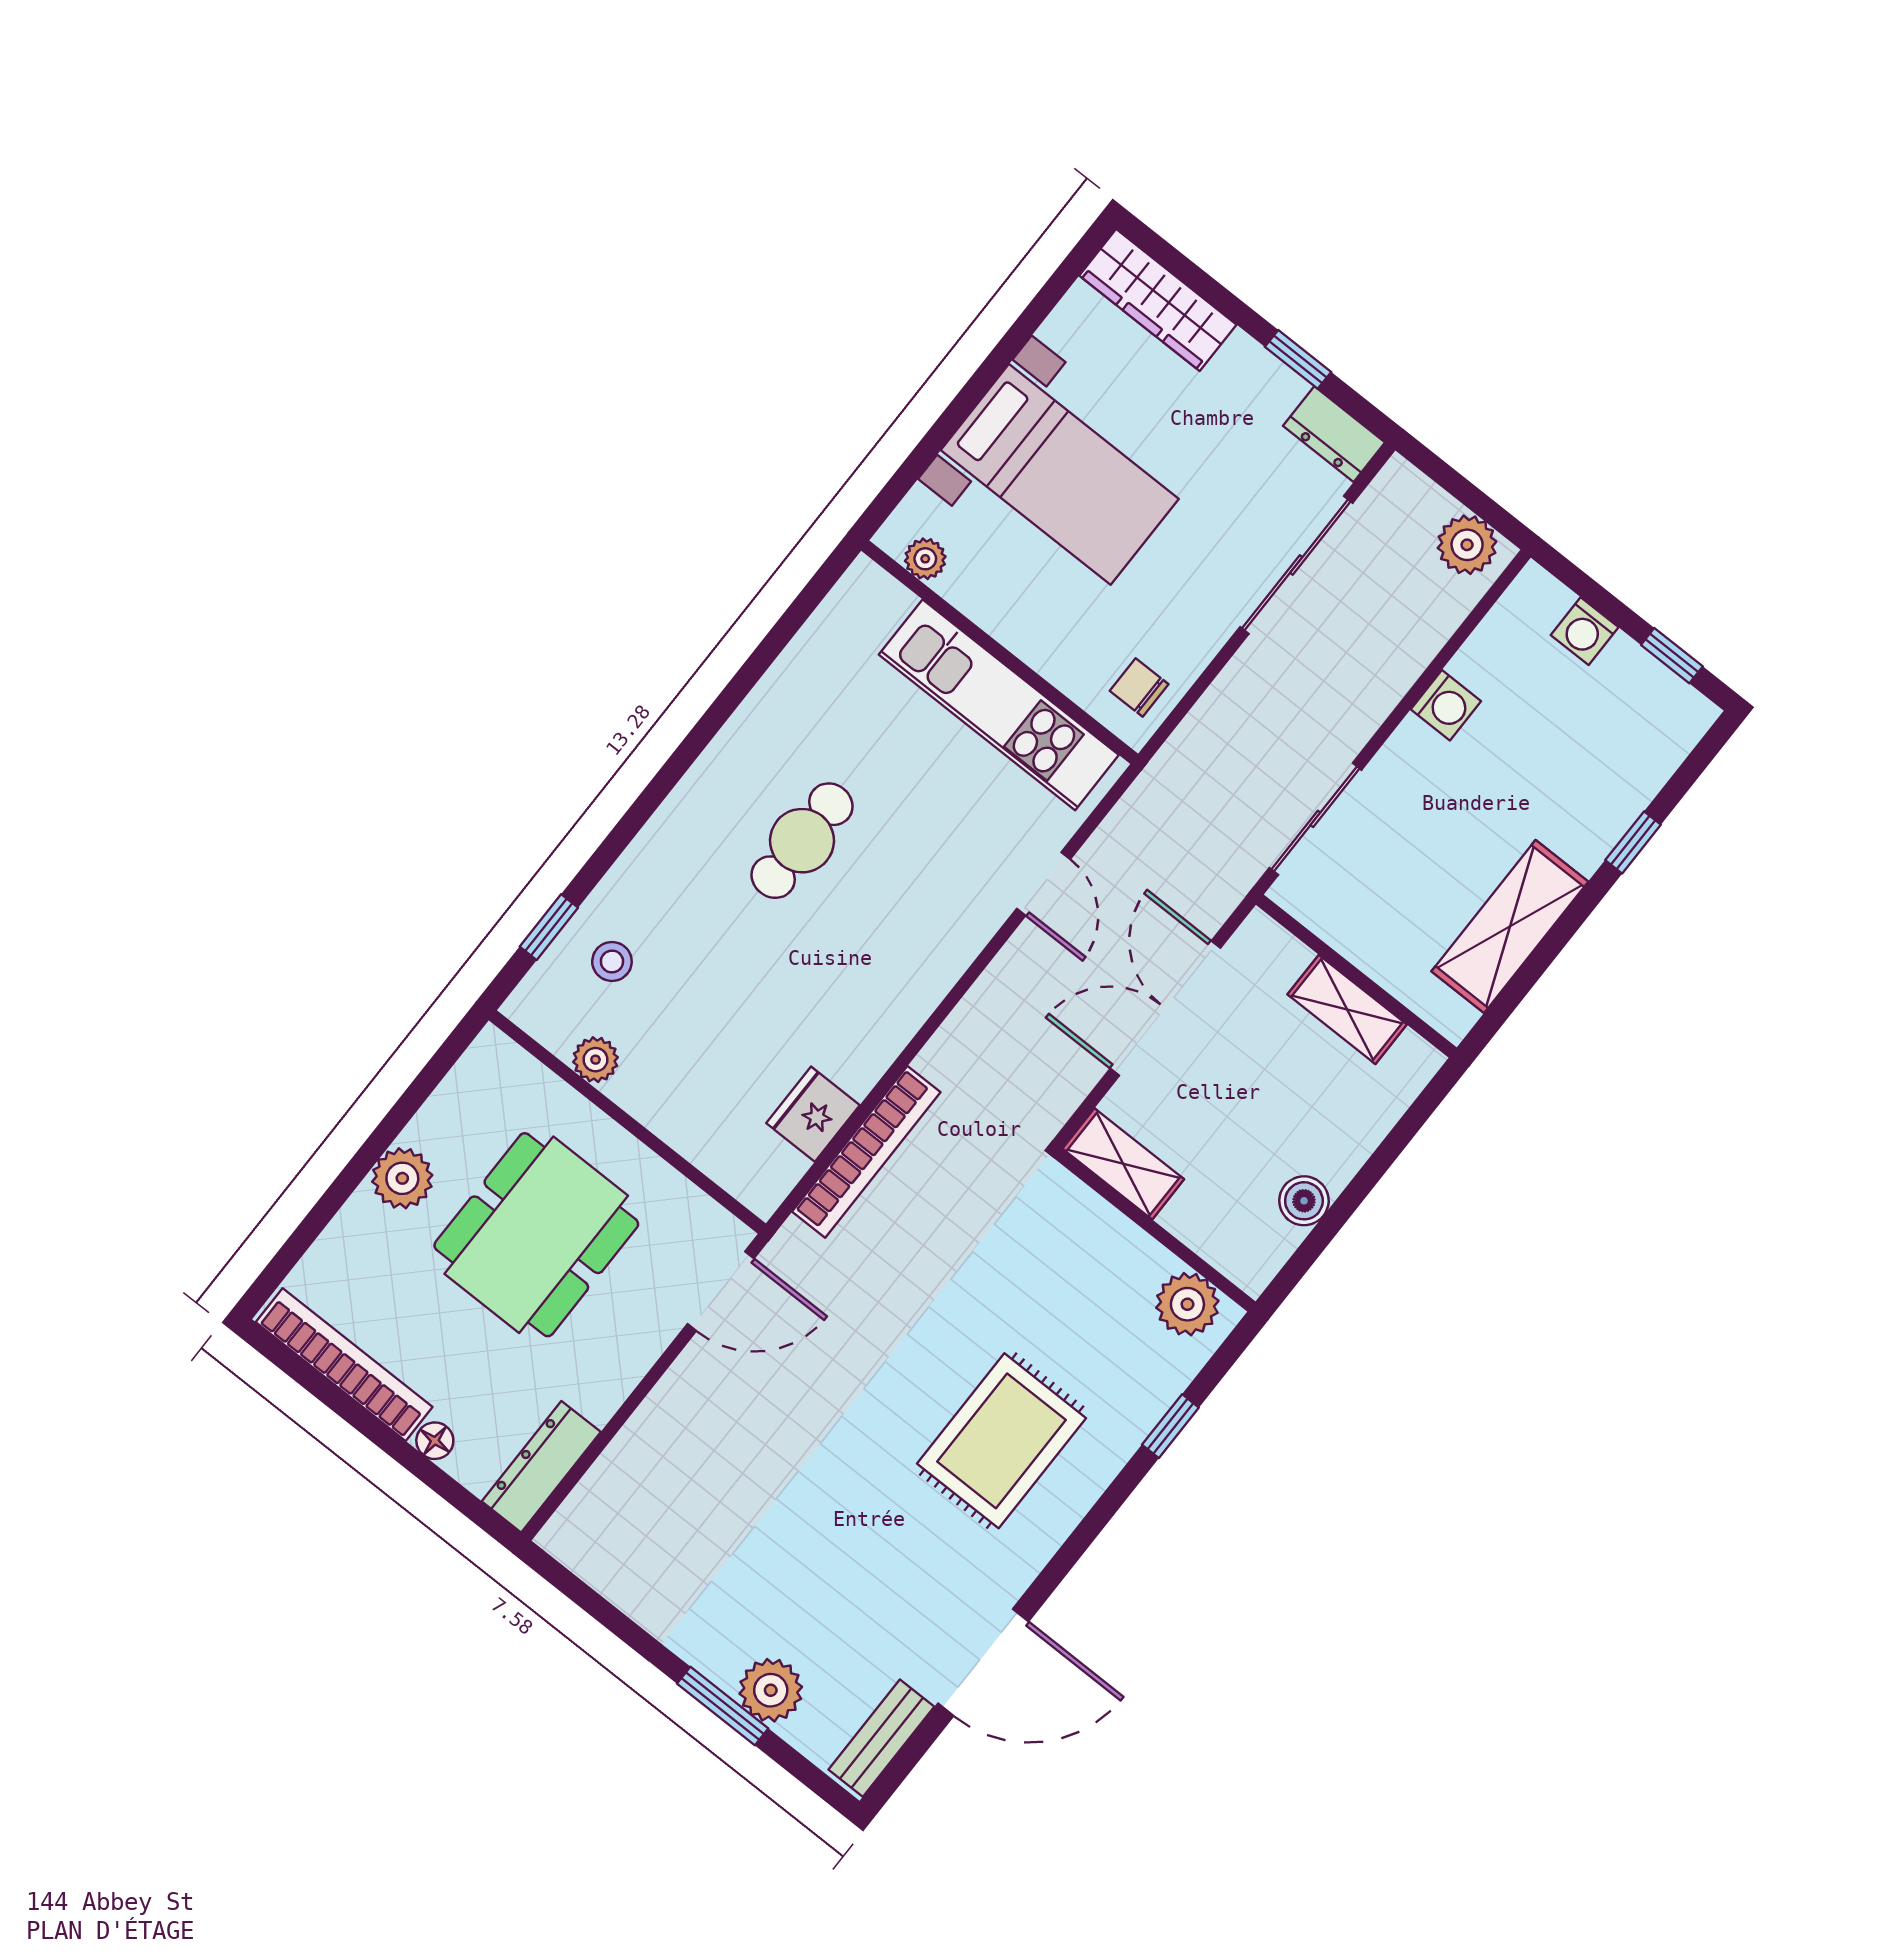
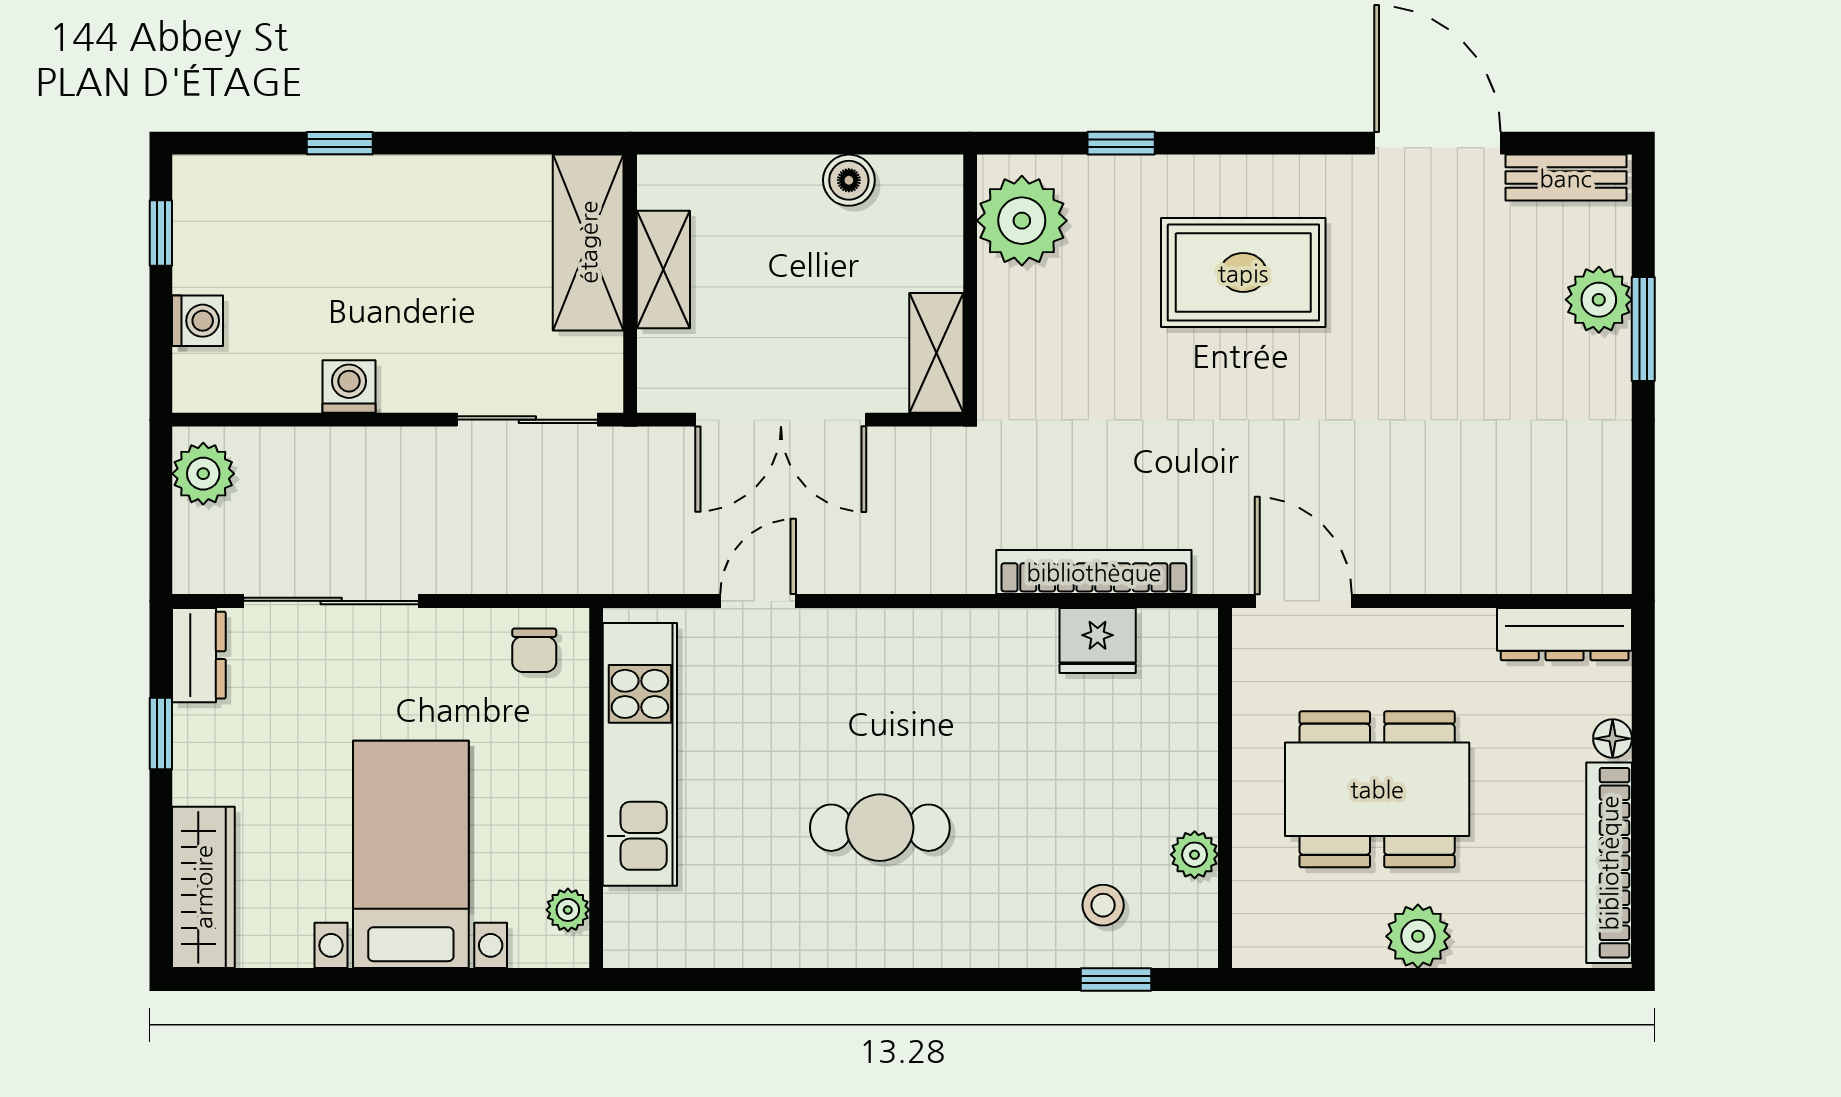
shelving: (1510, 927) -> (588, 242), moved, turned 90
plant: (1187, 1304) -> (1022, 221), width x1.36, depth x1.36

